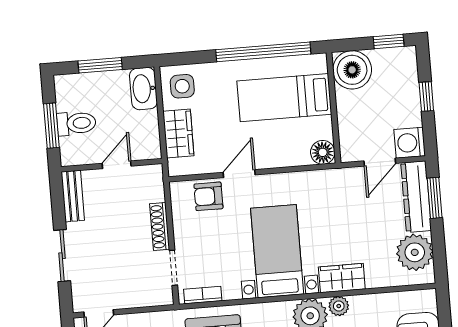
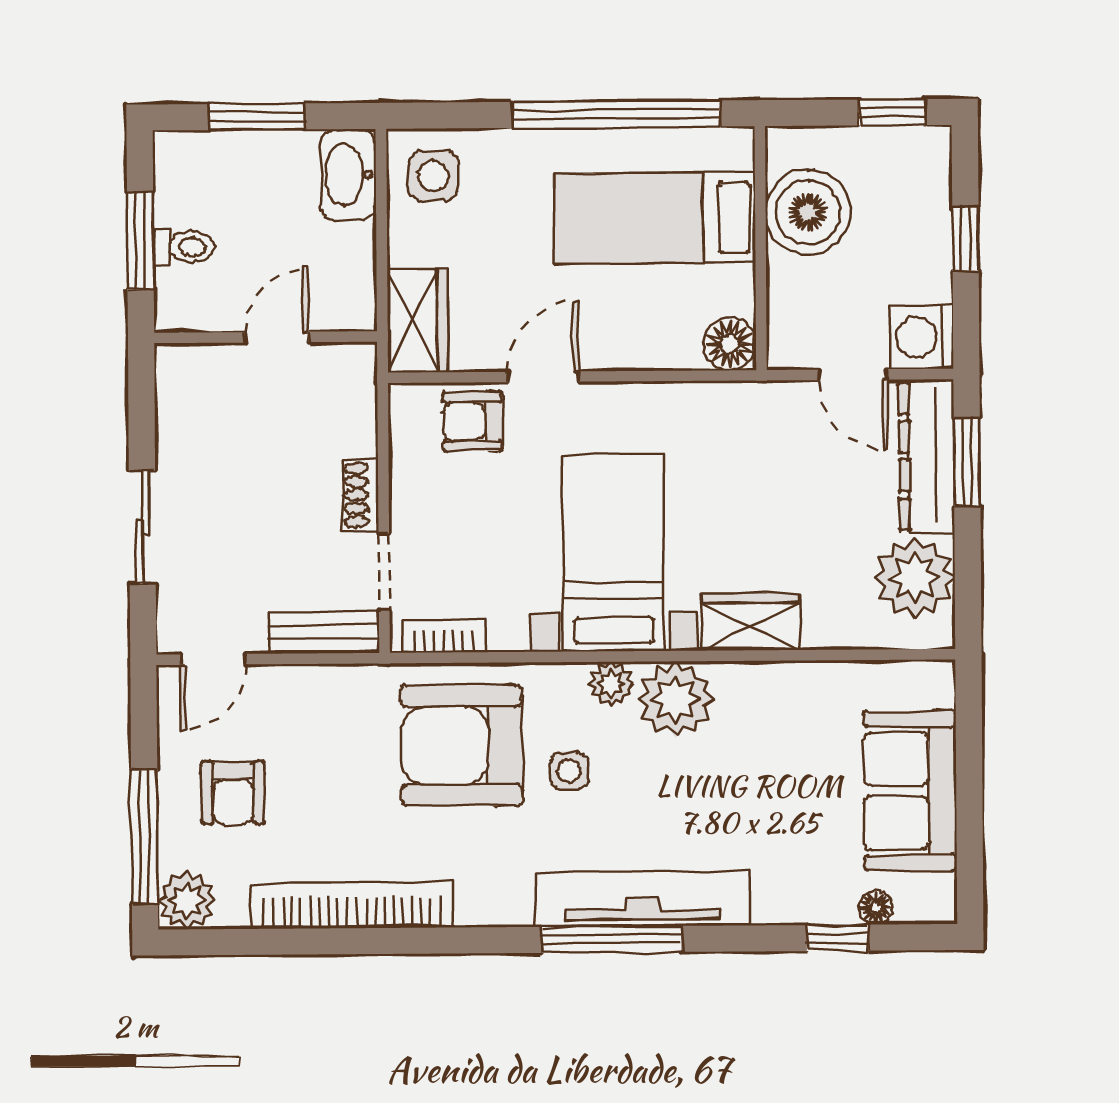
boiler: (352, 70) -> (808, 212), moved
toilet: (76, 123) -> (184, 247), width x0.73, depth x0.72
wardrobe: (178, 133) -> (417, 321), moved
door: (380, 162) -> (853, 375), hinge flipped
bench: (73, 196) -> (324, 632), moved, turned 90
shoe rack: (160, 227) -> (361, 495), width x0.70
plant: (339, 306) -> (611, 684), moved

